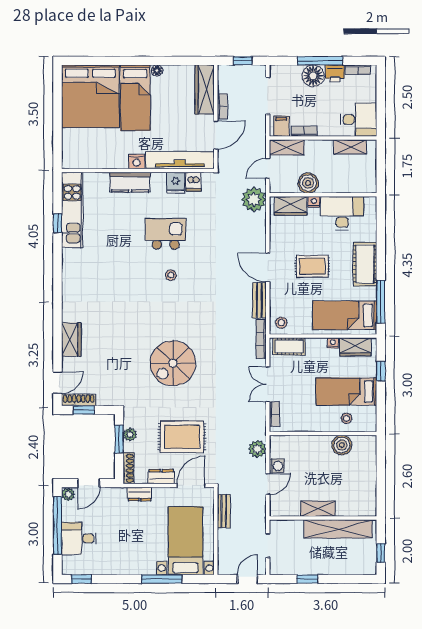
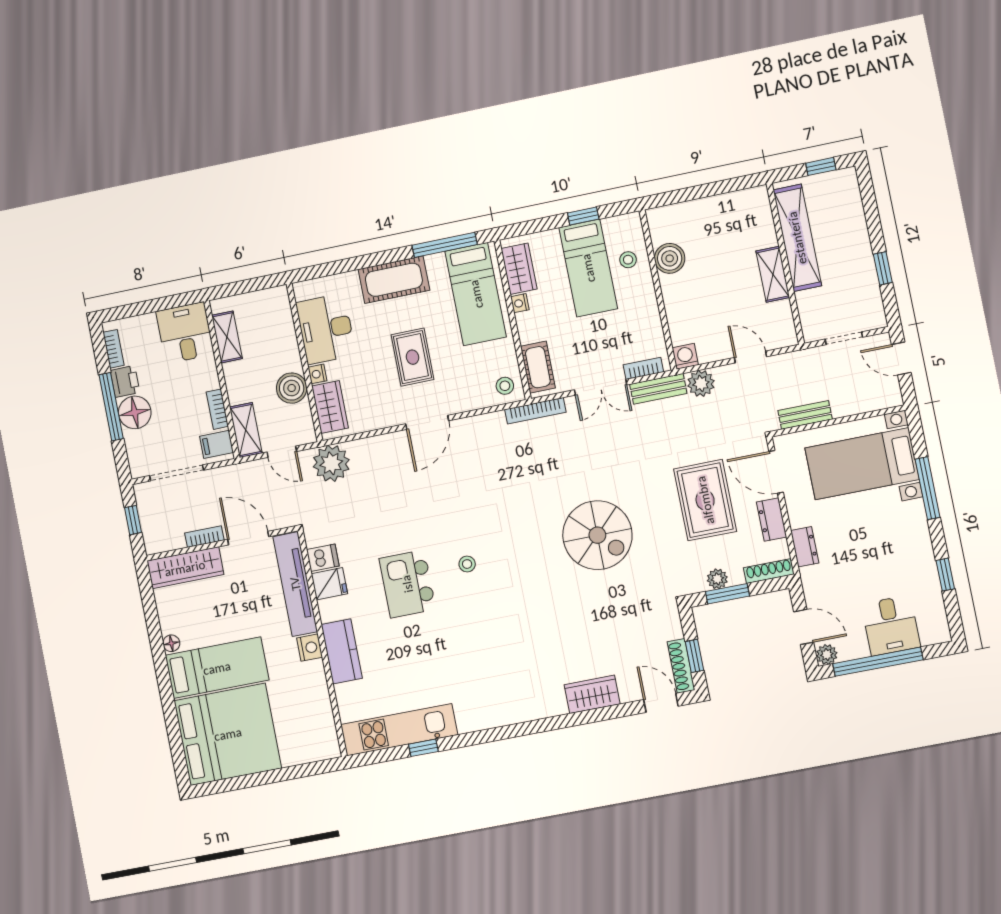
bench: (259, 300) -> (658, 389), moved
window: (381, 371) -> (583, 216), moved
washing machine: (277, 466) -> (685, 356), moved
window: (81, 579) -> (945, 575), moved

